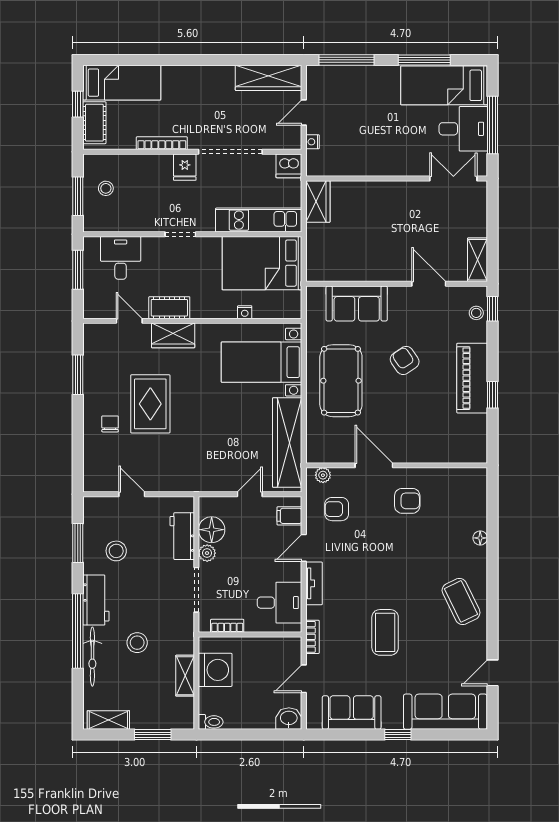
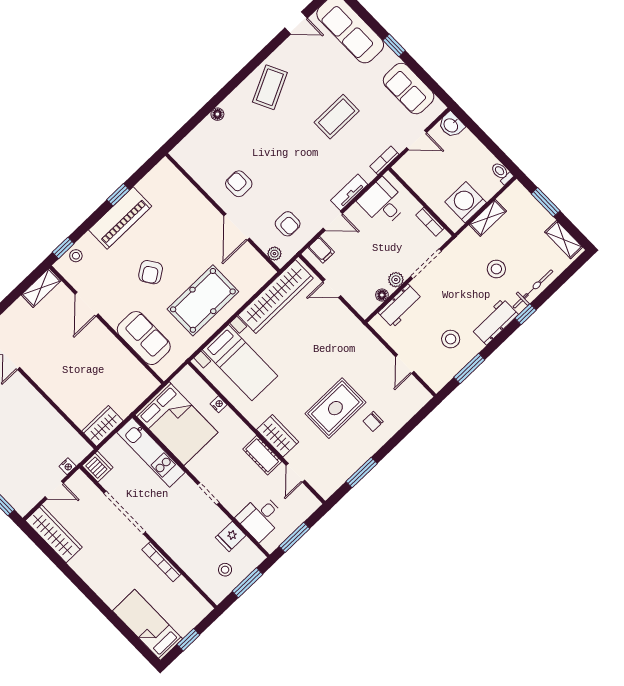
cot: (94, 123) -> (190, 618), removed
fridge: (185, 167) -> (231, 536), moved, turned 180
floor lamp: (212, 530) -> (382, 295), width x0.53, depth x0.53
window: (78, 631) -> (526, 314), width x0.32

